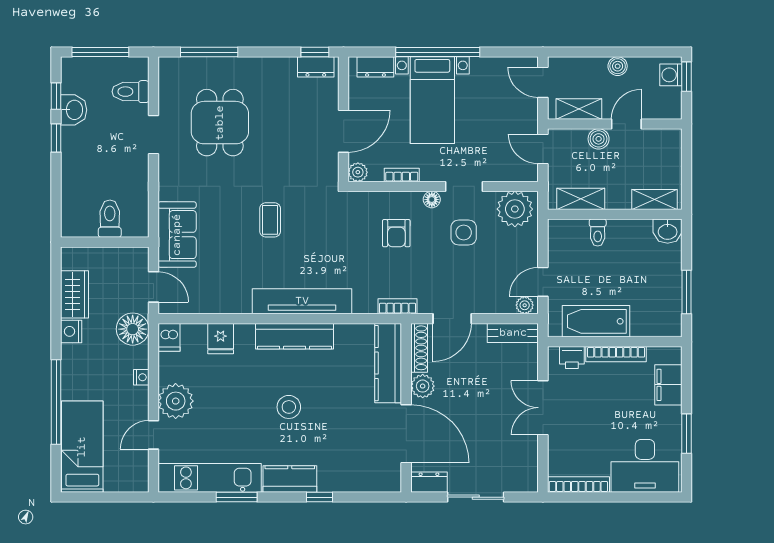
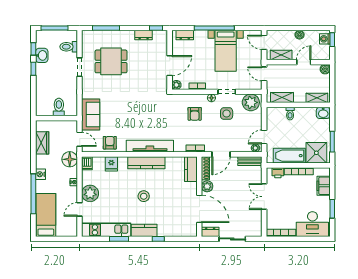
dresser: (316, 67) -> (144, 35), moved
bed with nightstands: (432, 100) -> (226, 51), moved
dining table: (220, 123) -> (111, 61), turned 90
boiler: (599, 139) -> (325, 69), moved
coffee table: (270, 220) -> (135, 108), removed
armchair: (217, 294) -> (110, 143), added
shower: (653, 315) -> (316, 153), added
nightstand: (71, 331) -> (41, 174), moved
kitchen counter: (388, 363) -> (191, 169), width x0.67

